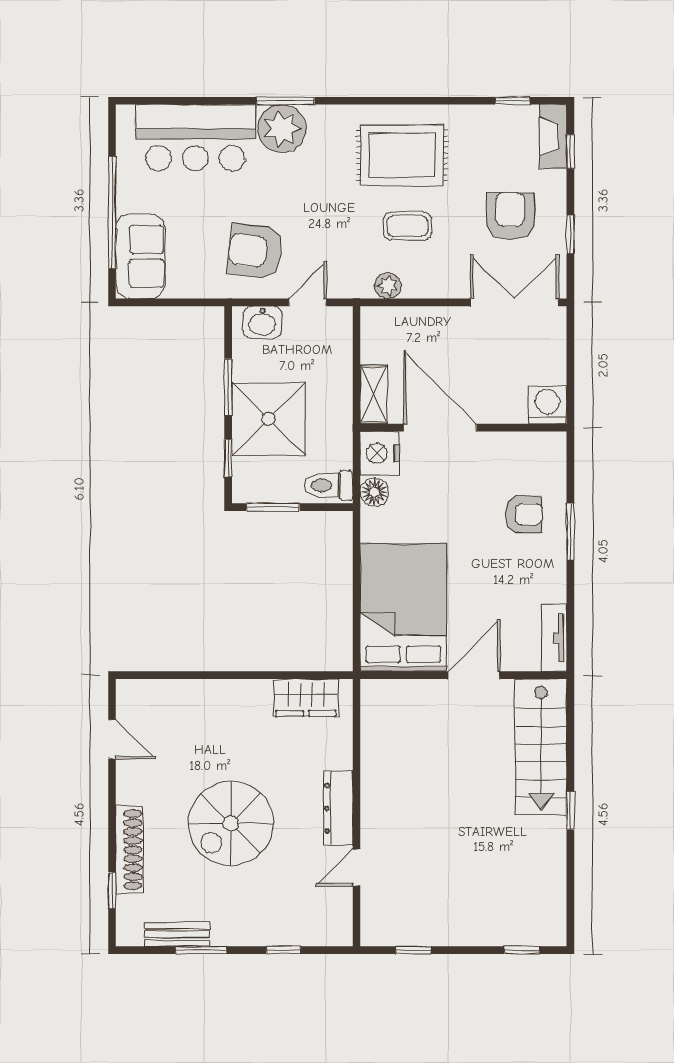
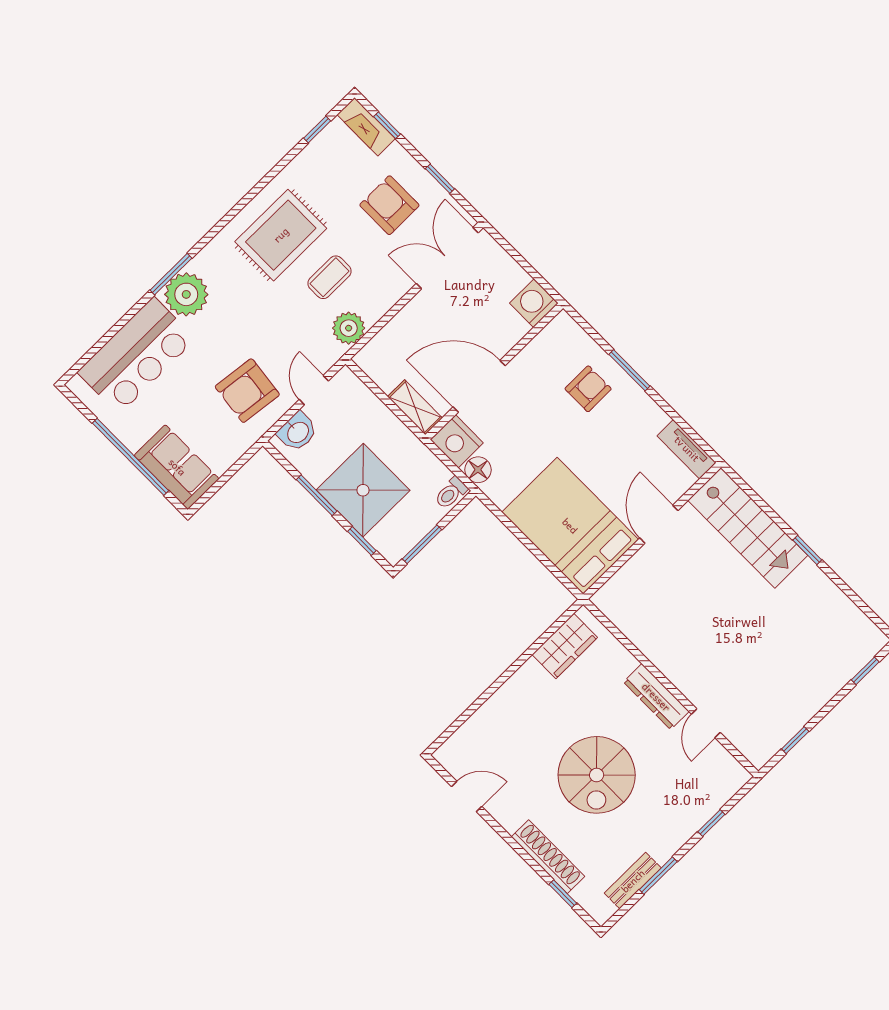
plant: (388, 286) -> (349, 328), width x1.38, depth x1.38
toilet: (328, 485) -> (451, 493), width x0.73, depth x0.72

